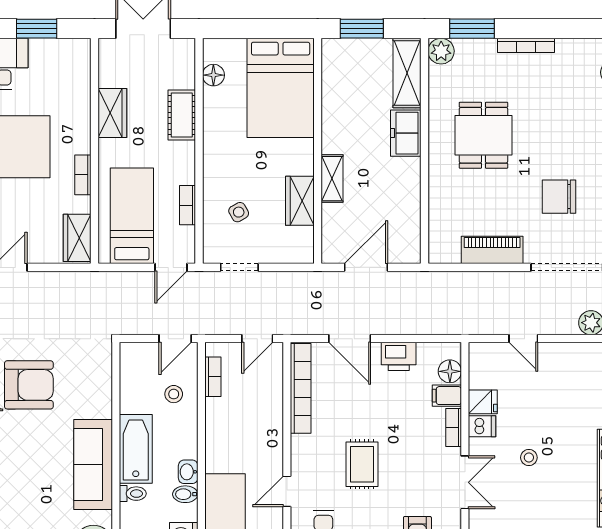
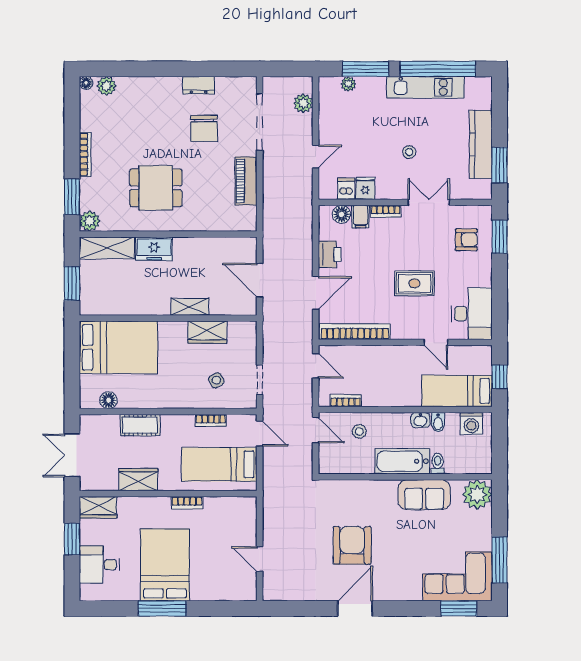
wardrobe: (77, 238) -> (98, 507), moved
dishwasher: (482, 426) -> (346, 189), moved
sofa: (93, 465) -> (424, 495), width x0.73

